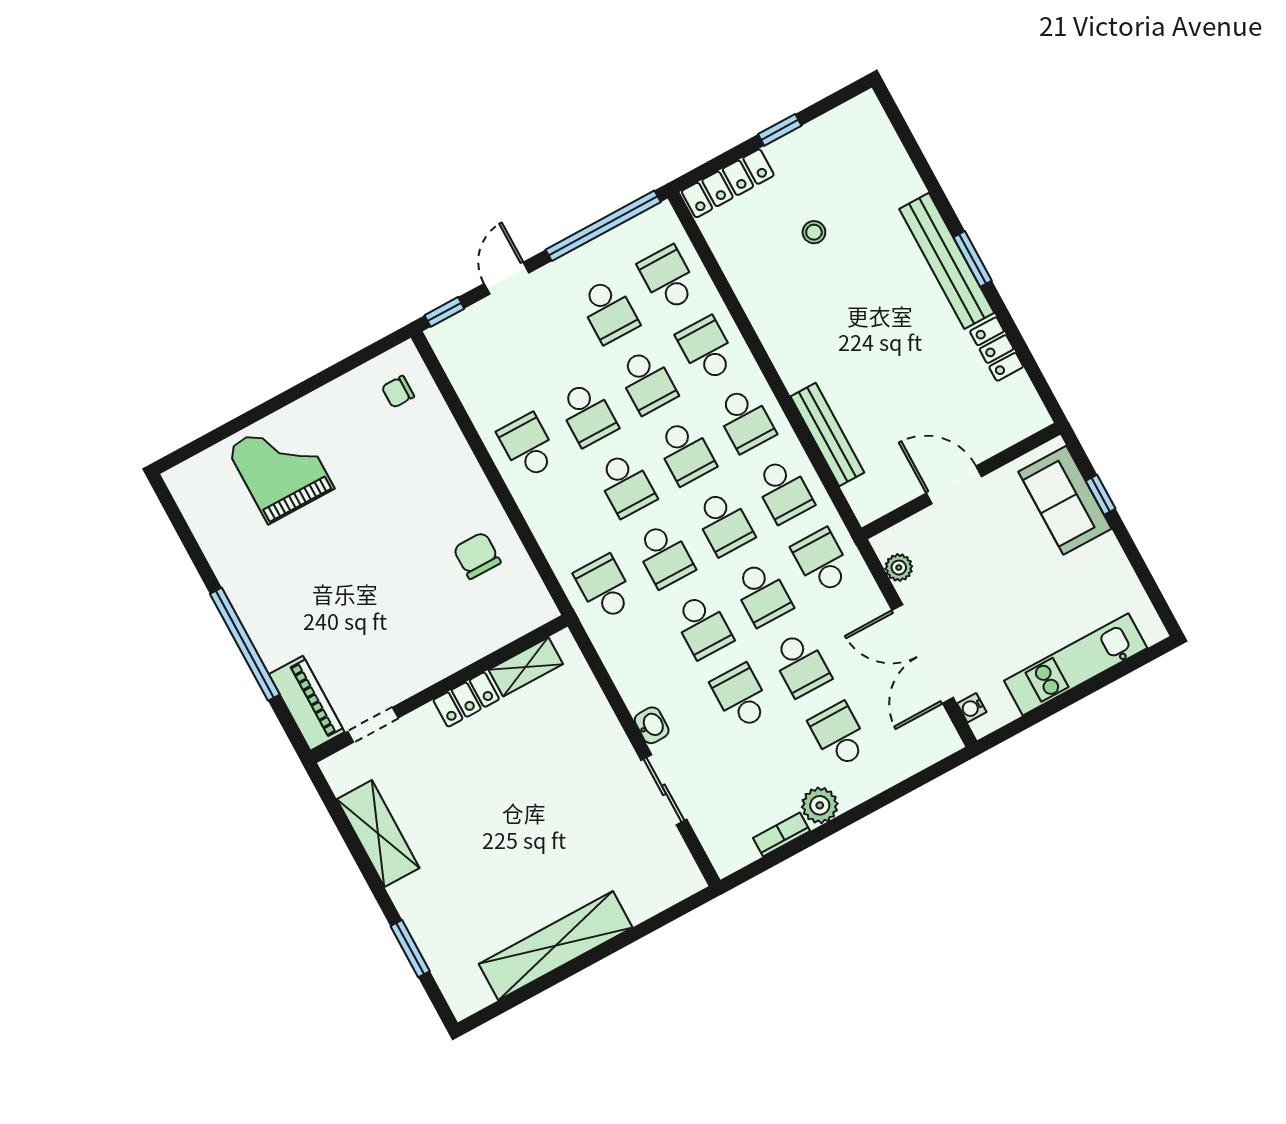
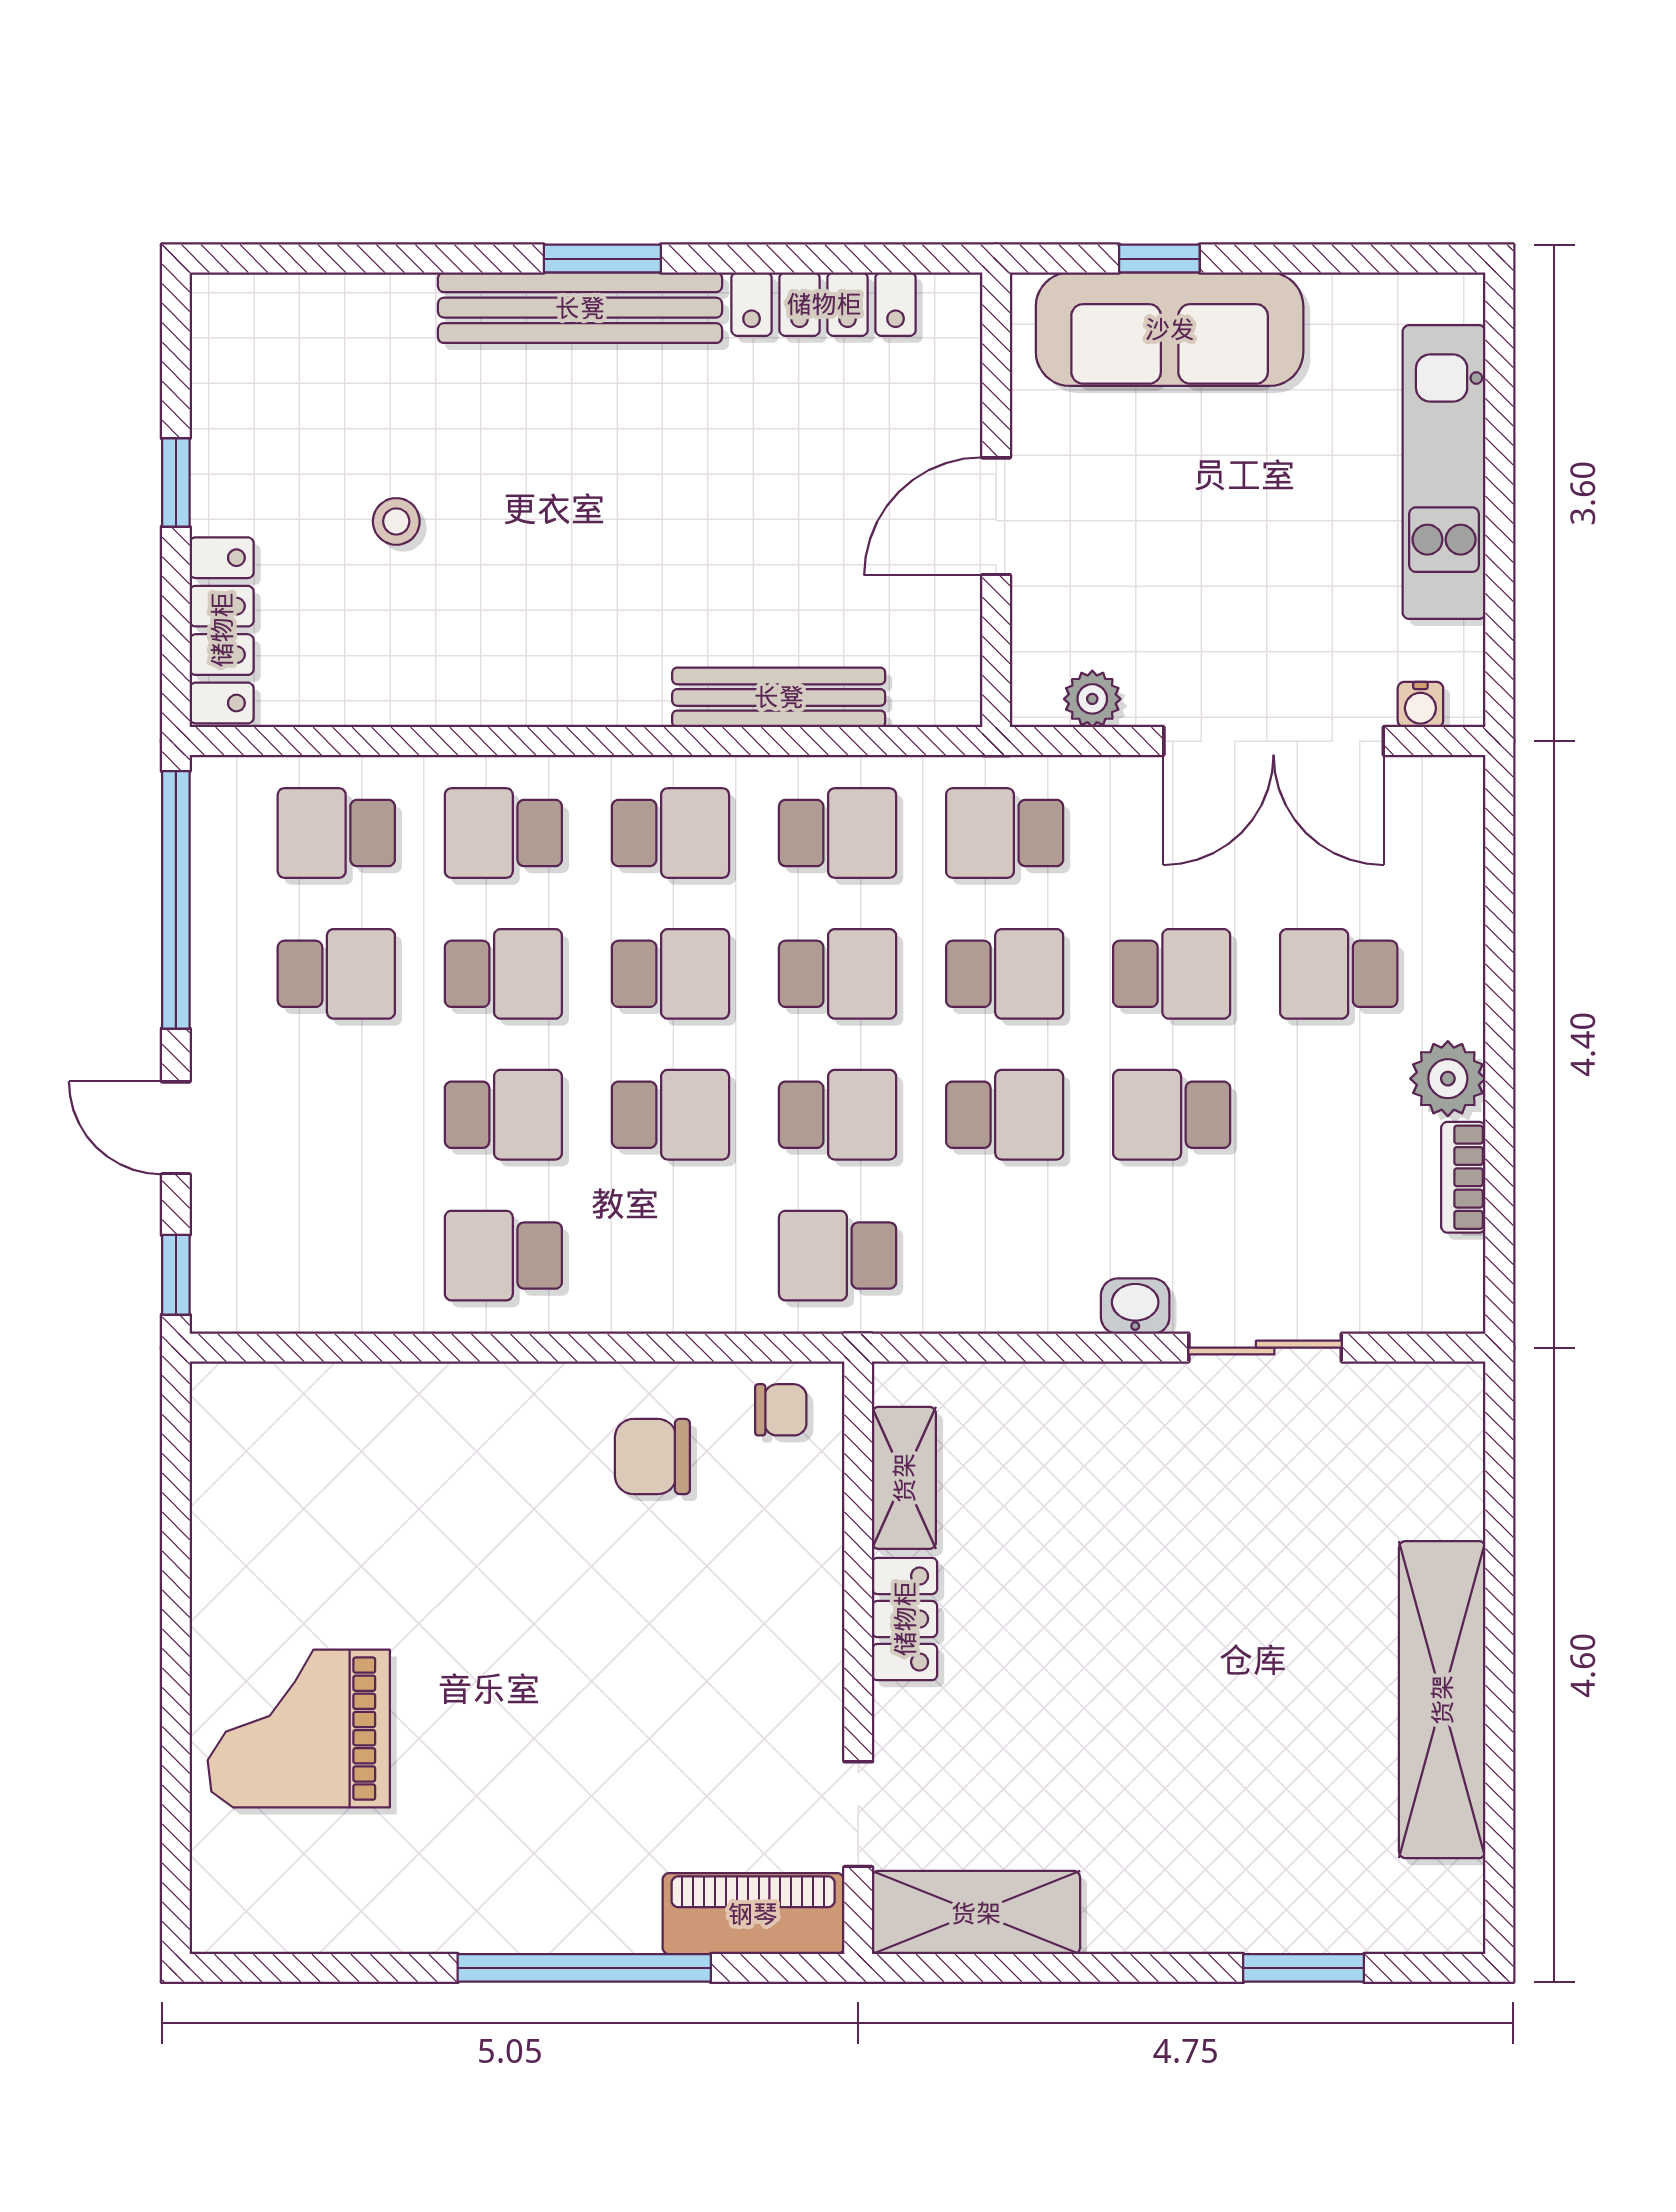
locker: (997, 349) -> (824, 304), width x1.53
chair: (398, 392) -> (781, 1410), moved, turned -90
sofa: (1065, 500) -> (1170, 329), width x1.36
shelving: (378, 834) -> (976, 1913), moved

